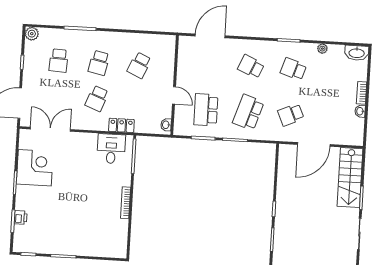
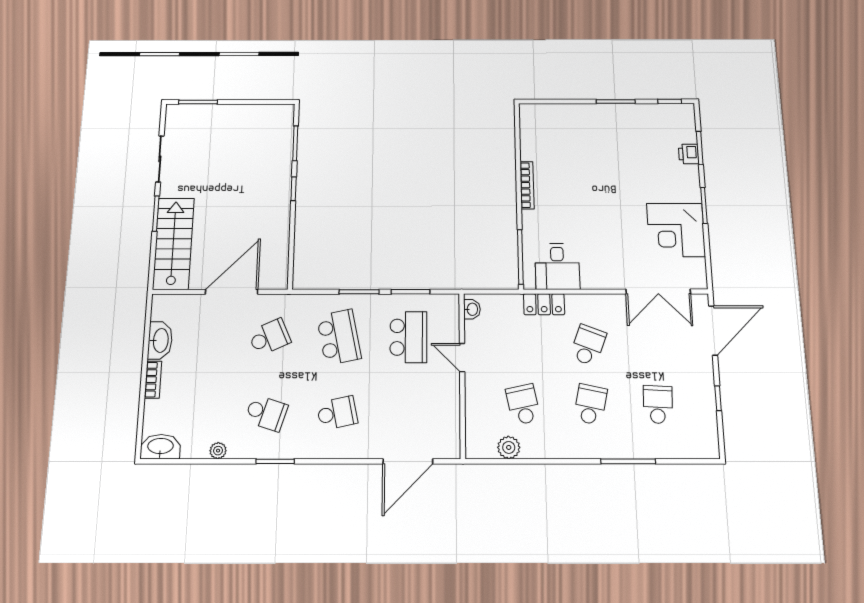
plant: (32, 34) -> (509, 447), moved
school desk: (139, 65) -> (523, 404), turned -36
school desk: (251, 67) -> (337, 413), turned -36
washbasin: (360, 111) -> (160, 340), width x1.91, depth x1.45
school desk: (248, 112) -> (339, 337), turned -30

